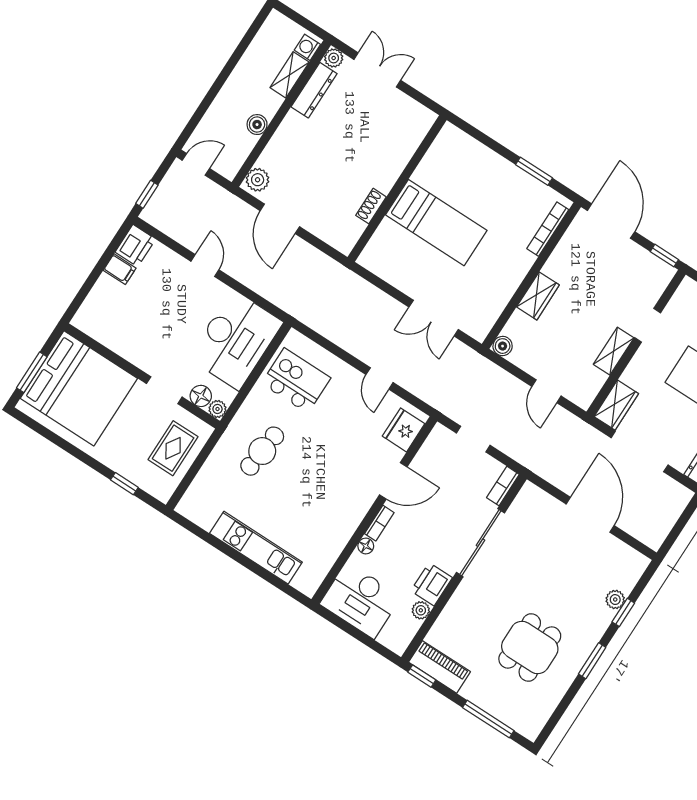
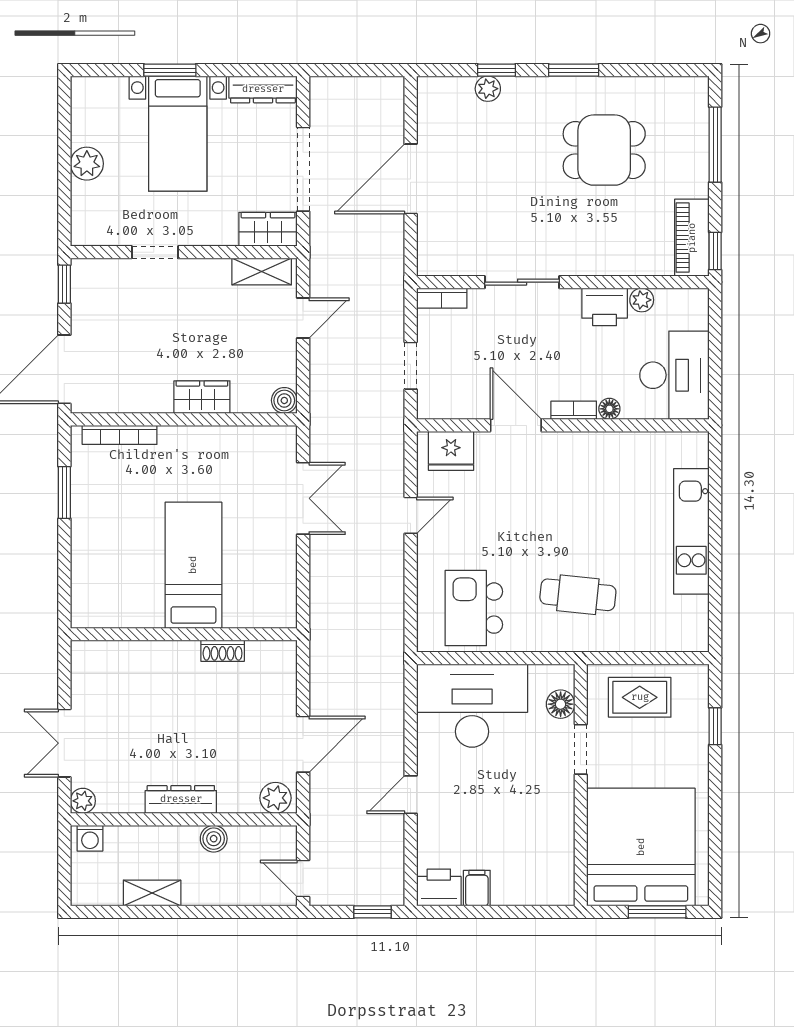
shelving: (290, 75) -> (152, 893), moved
dresser: (314, 90) -> (181, 799), moved
shelving: (614, 351) -> (262, 272), moved
plant: (217, 409) -> (563, 676), removed
sliding door: (480, 543) -> (522, 282), width x0.73

